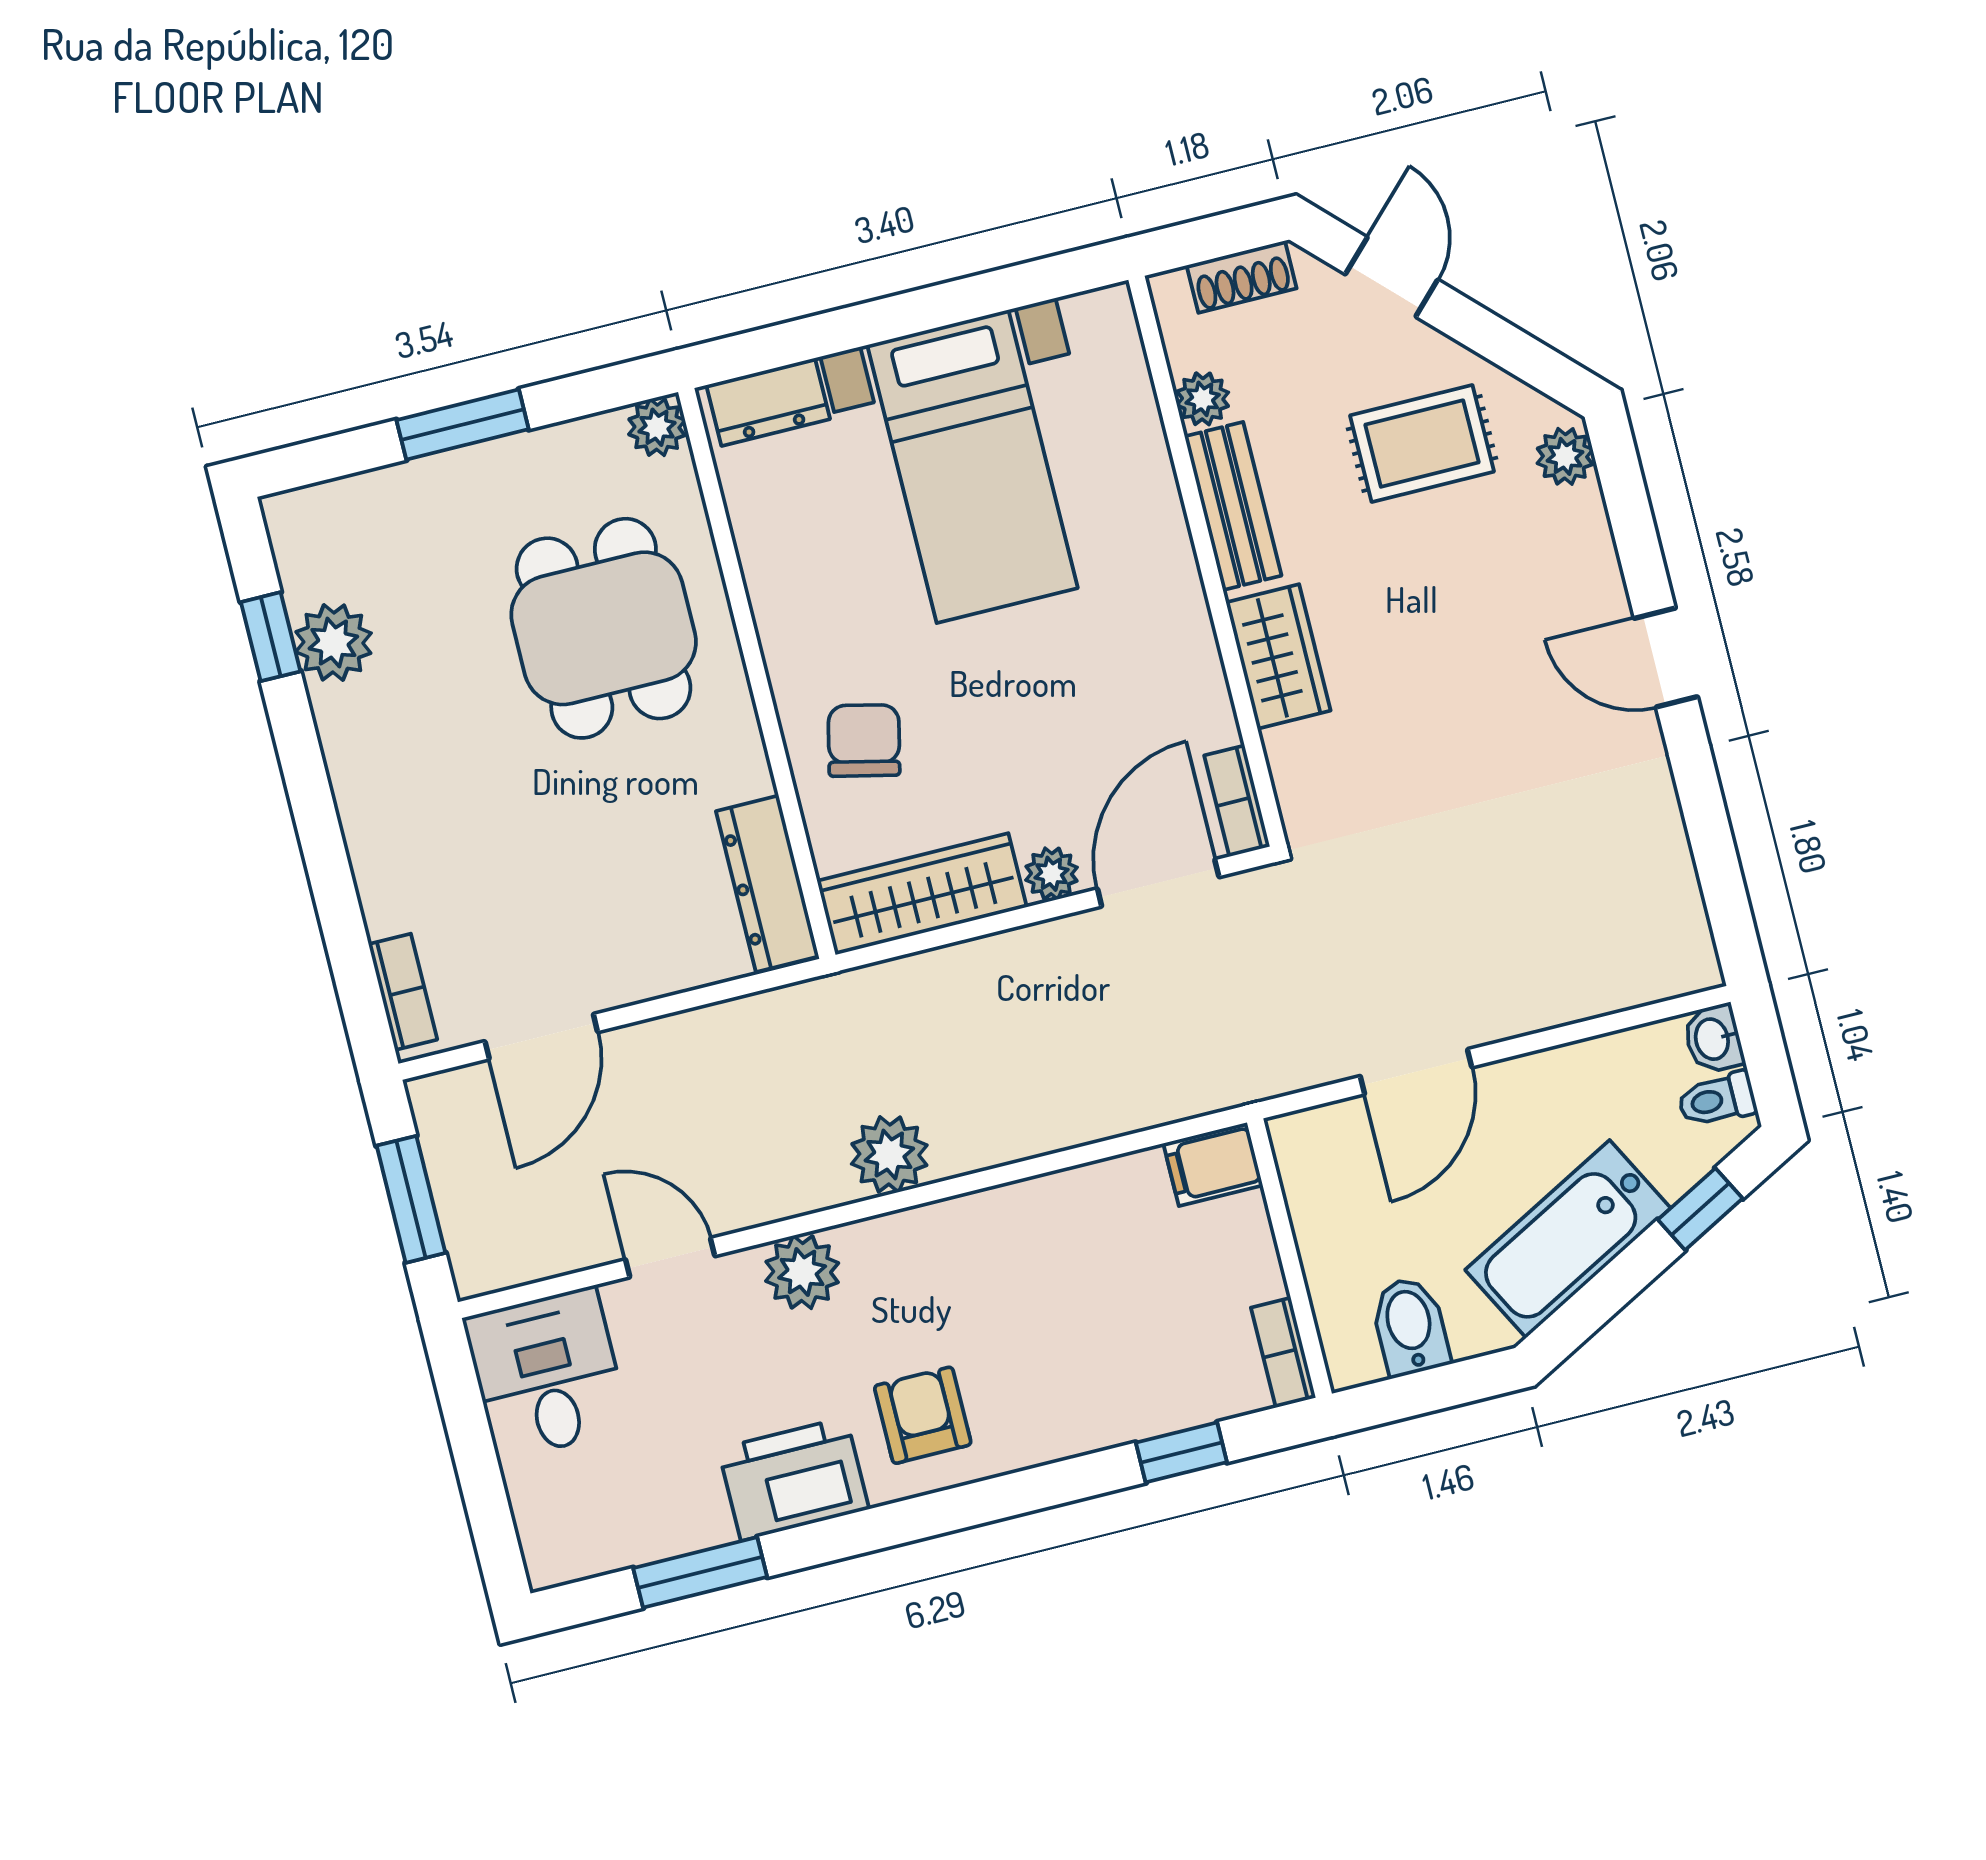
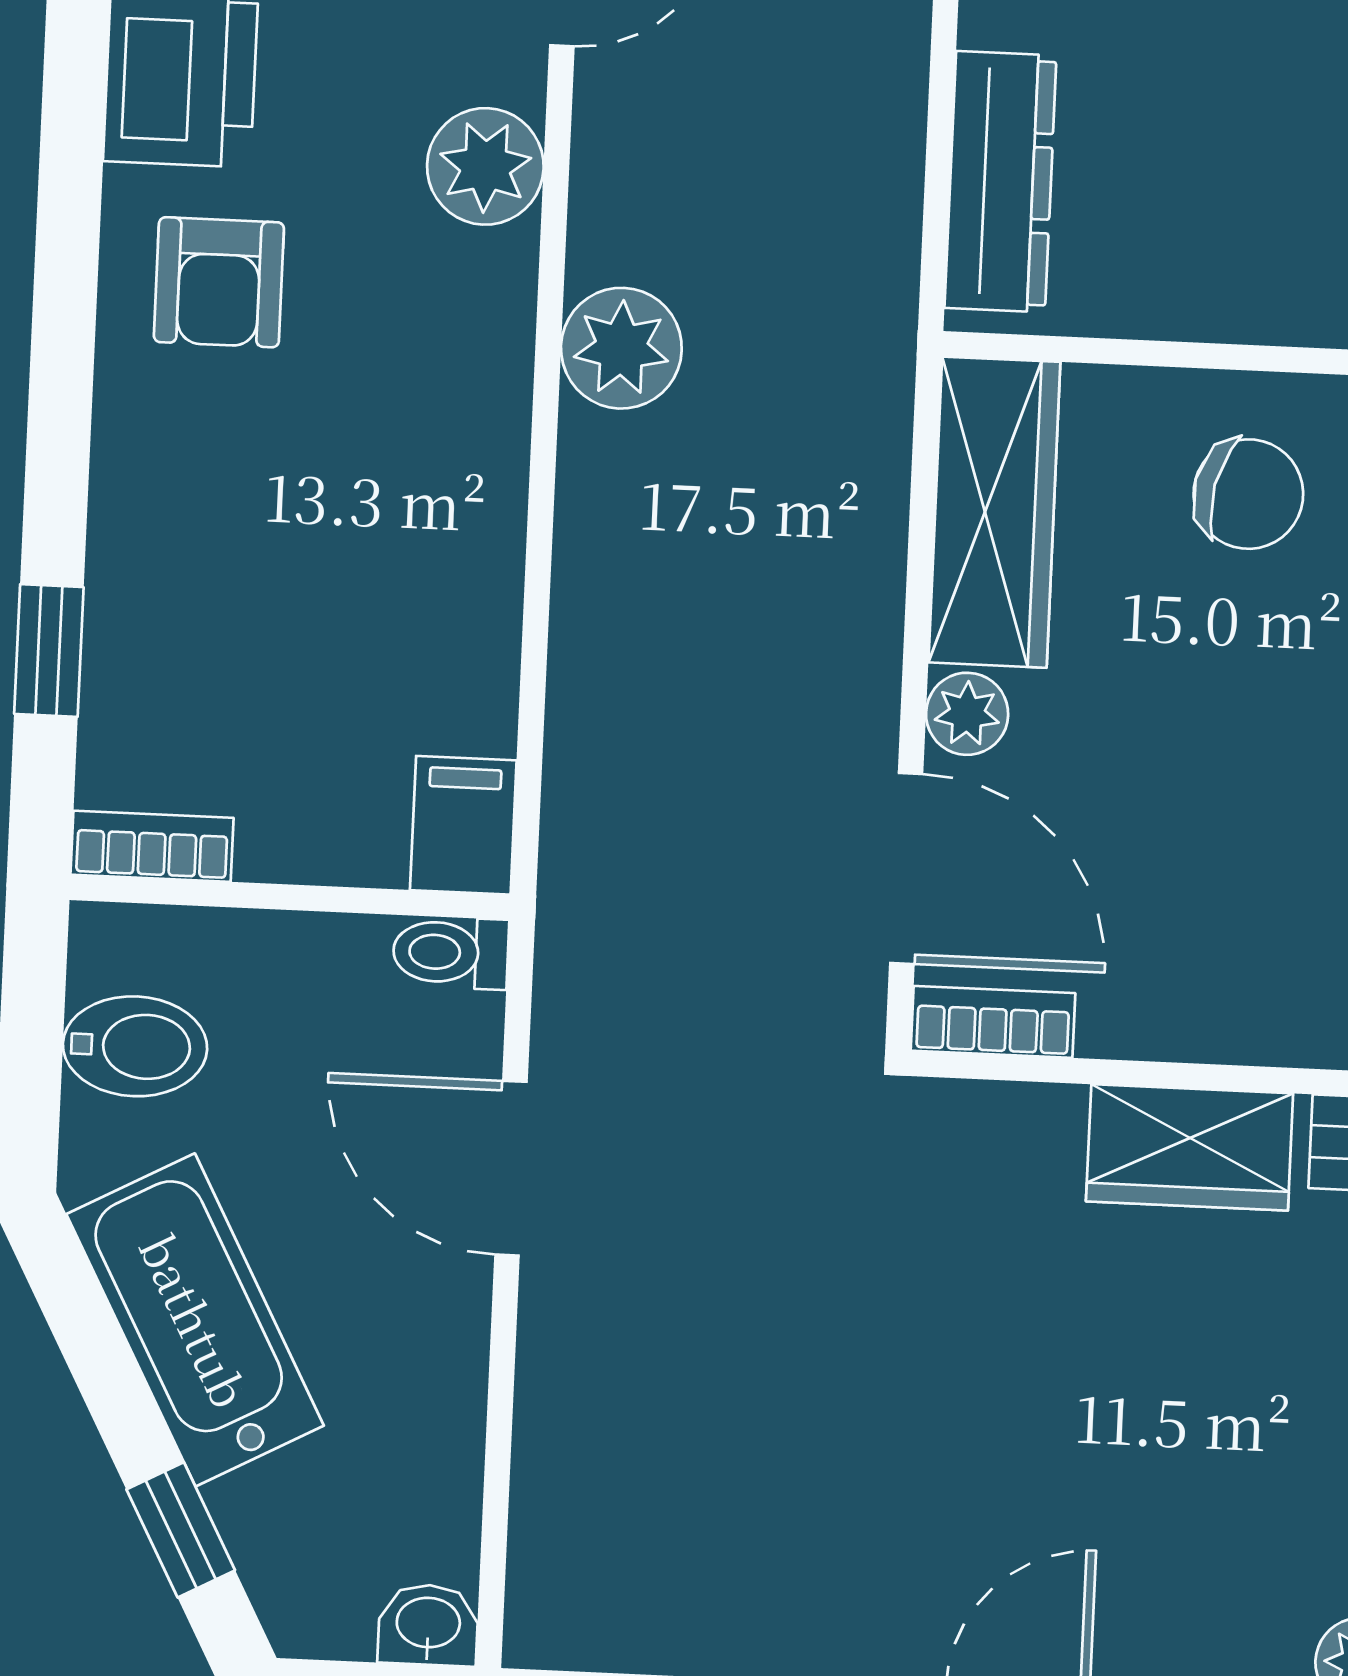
dresser: (767, 884) -> (1000, 182), moved, turned 90
toilet: (1717, 1100) -> (451, 953), moved, turned -90
armchair: (923, 1415) -> (219, 282), turned 90

